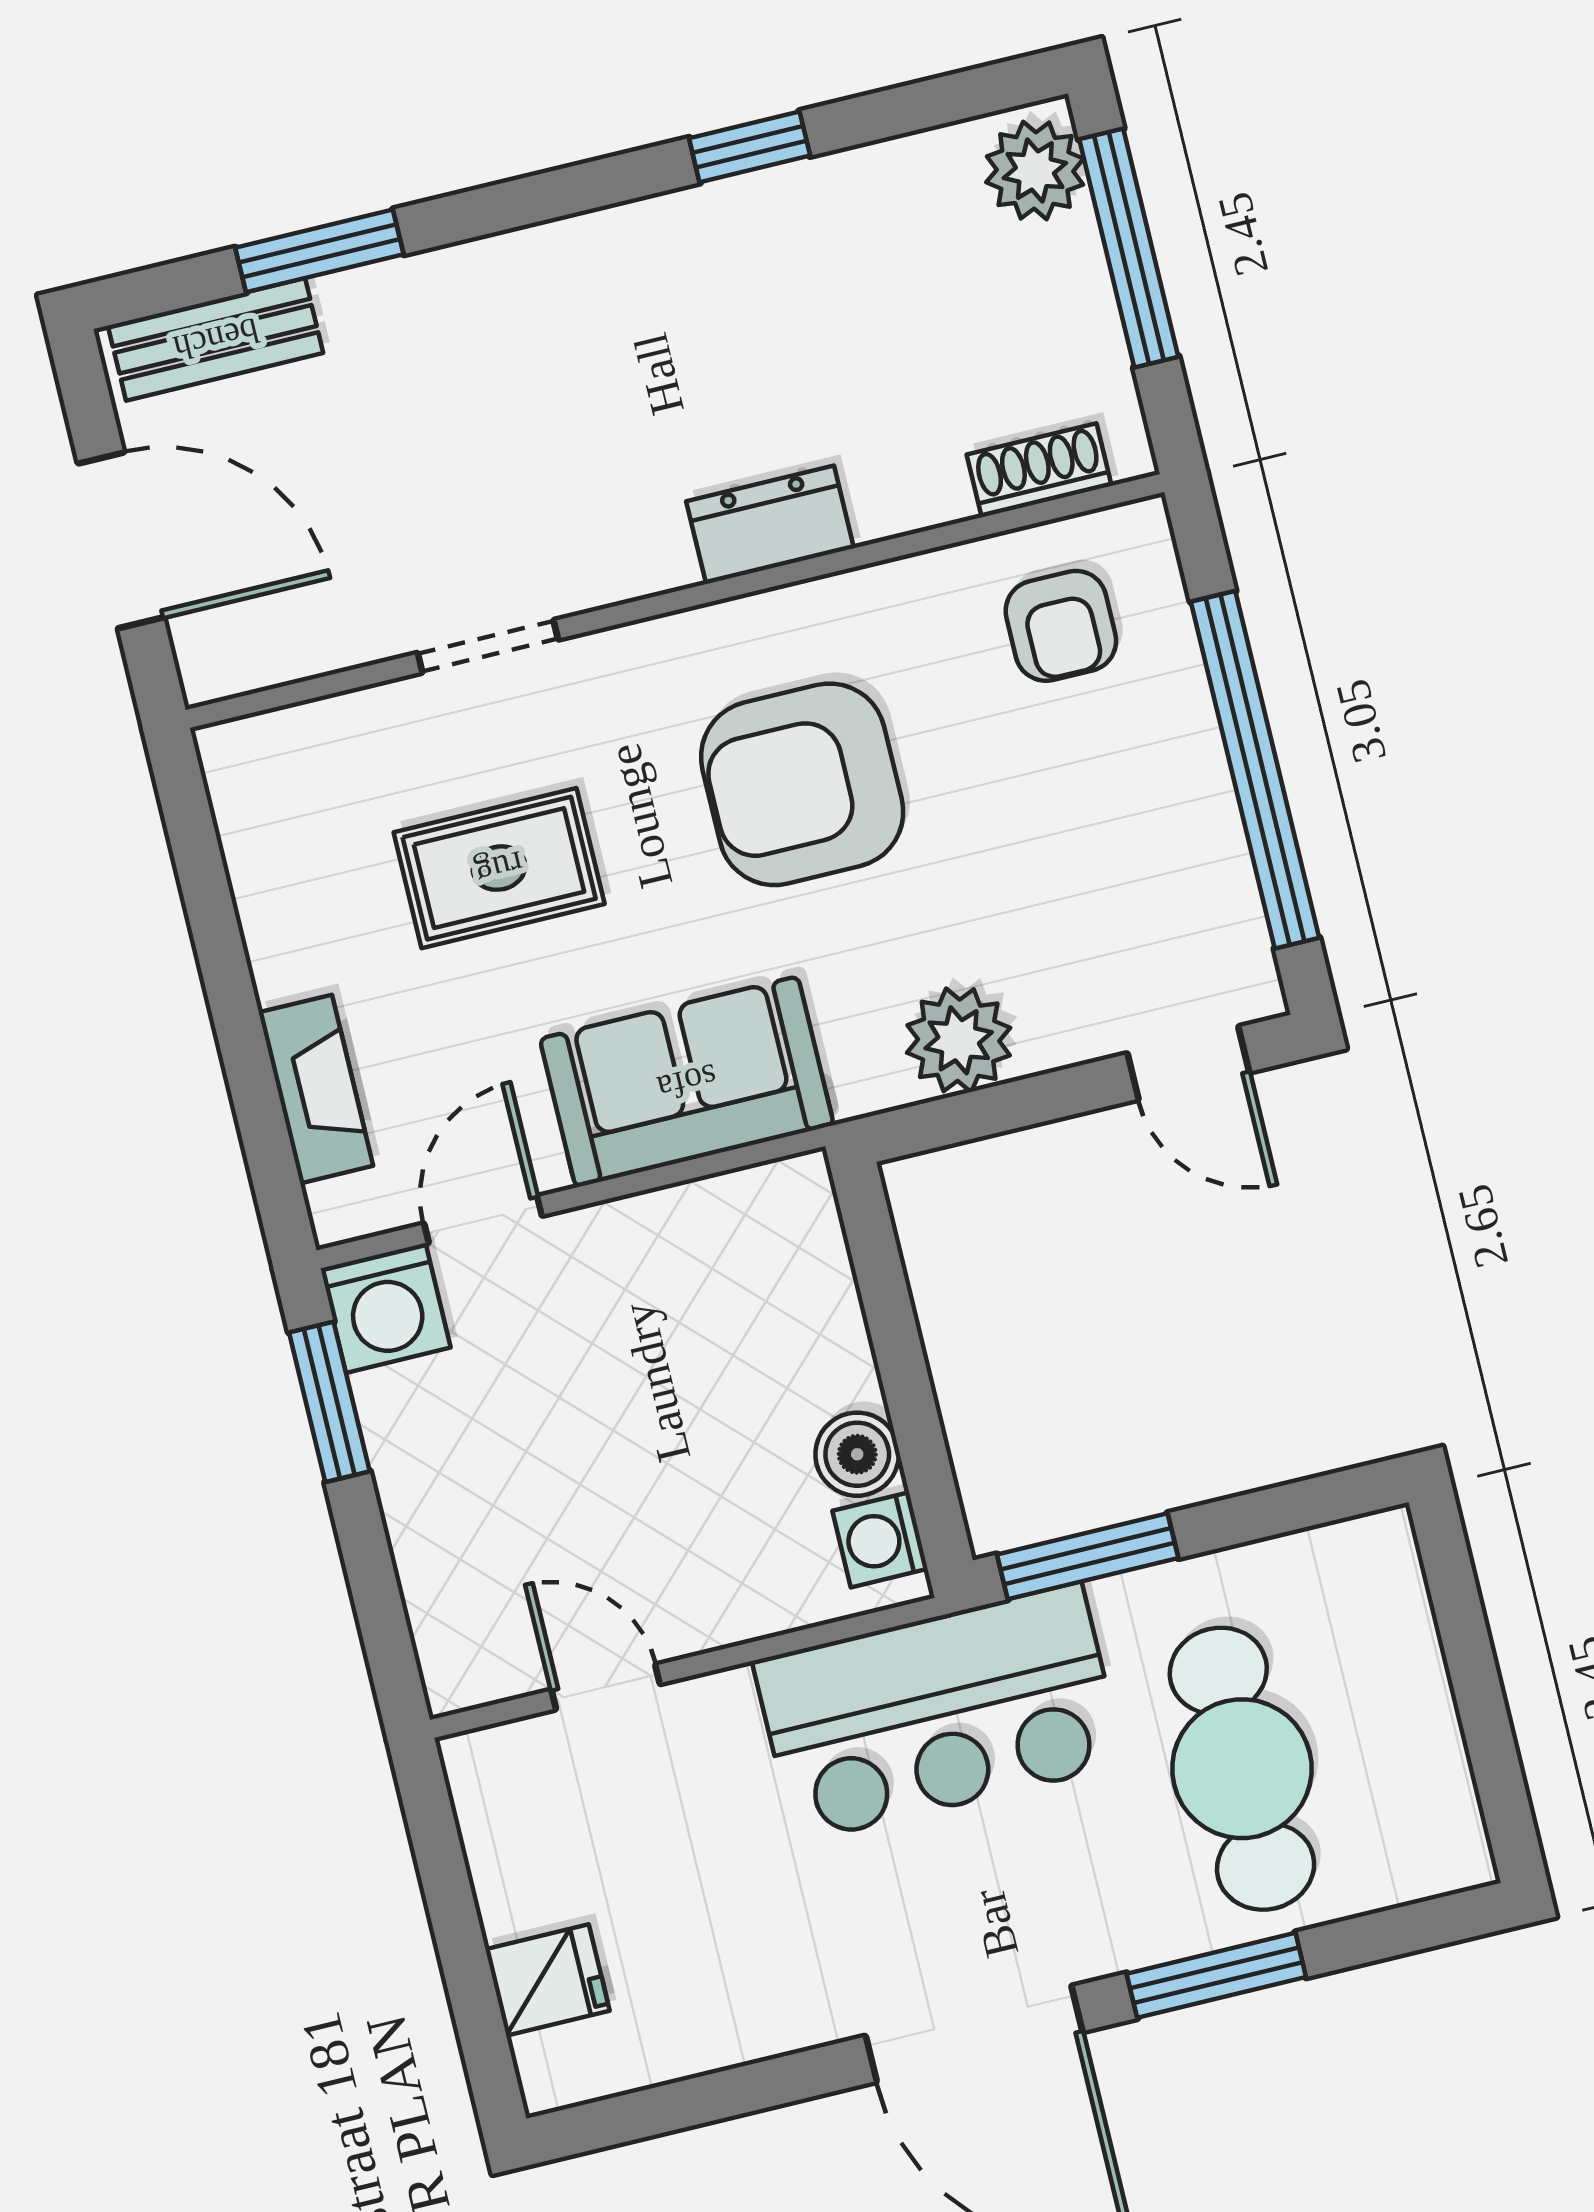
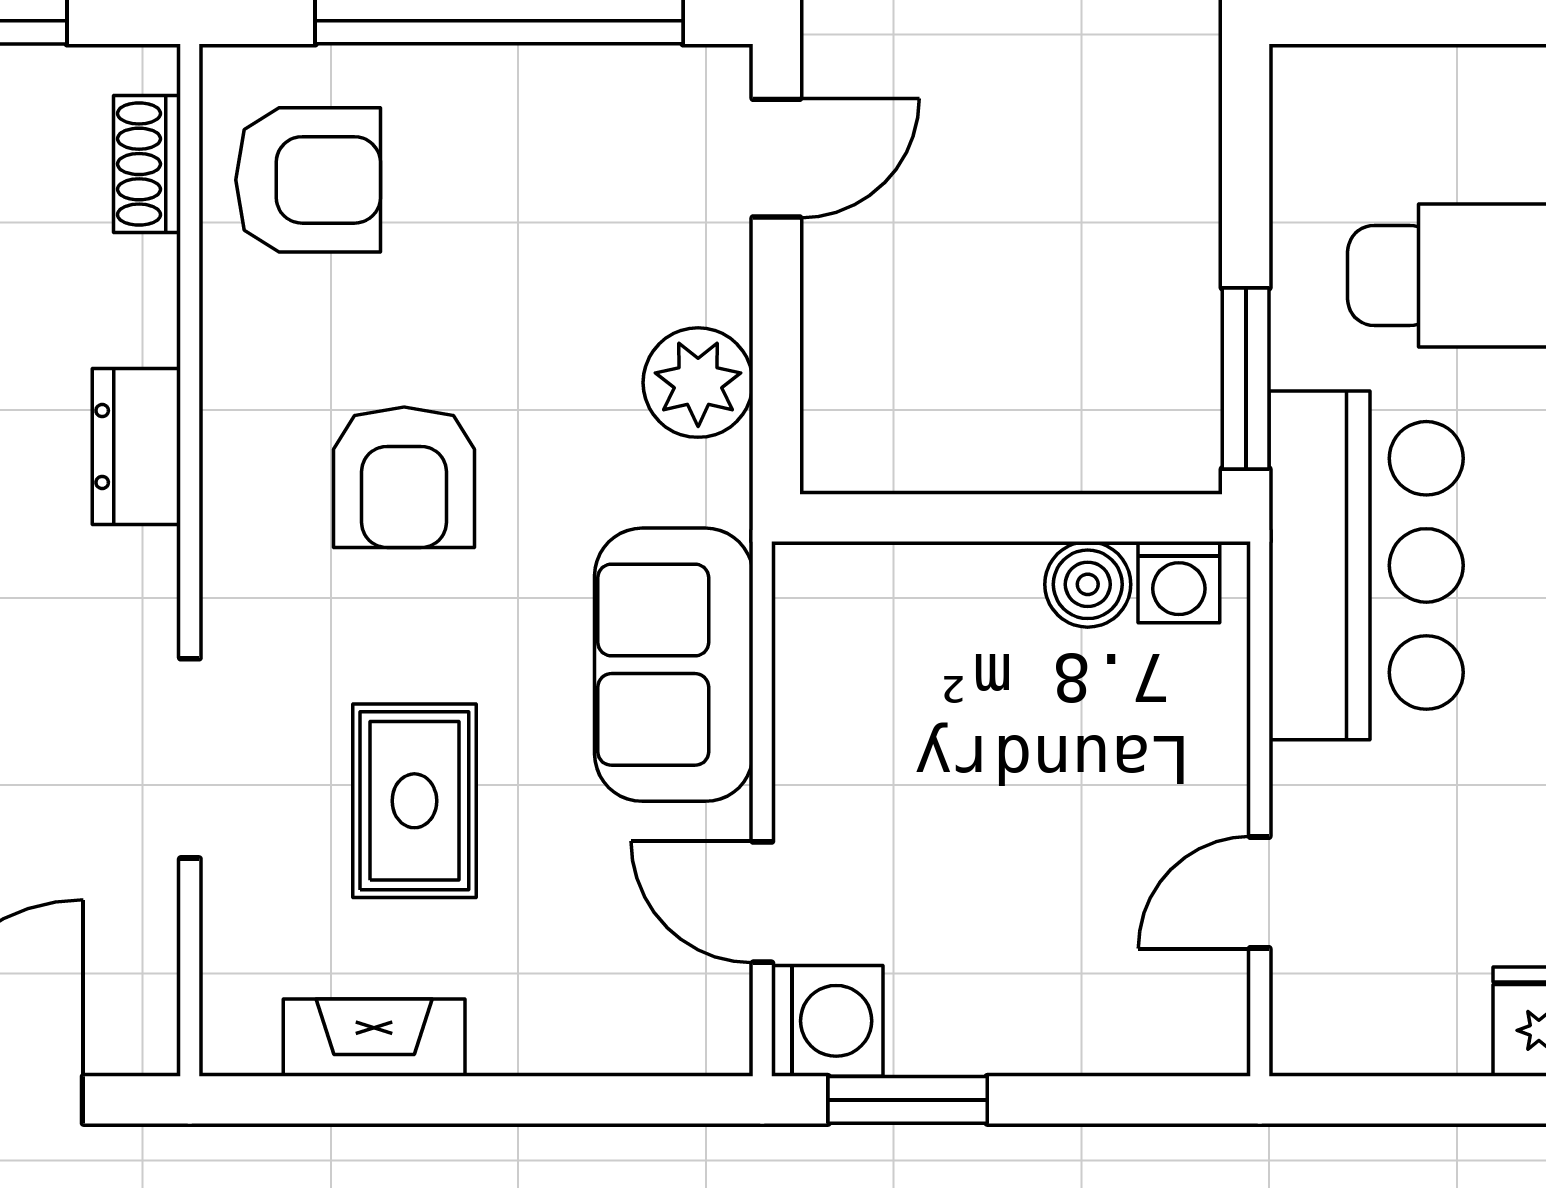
armchair: (1061, 626) -> (308, 180), width x1.38, depth x1.38
doorway: (488, 646) -> (190, 758), width x1.38
armchair: (802, 784) -> (404, 477), width x0.73, depth x0.73
fireplace: (316, 1089) -> (374, 1038), moved

